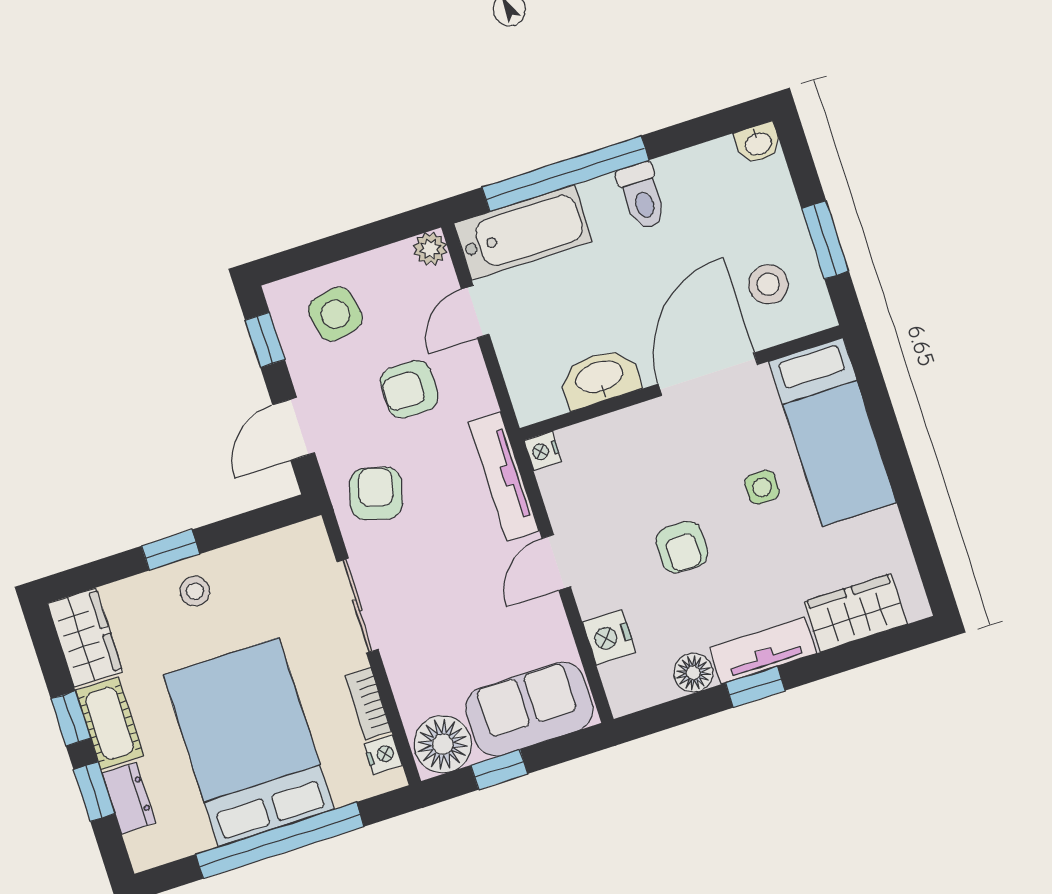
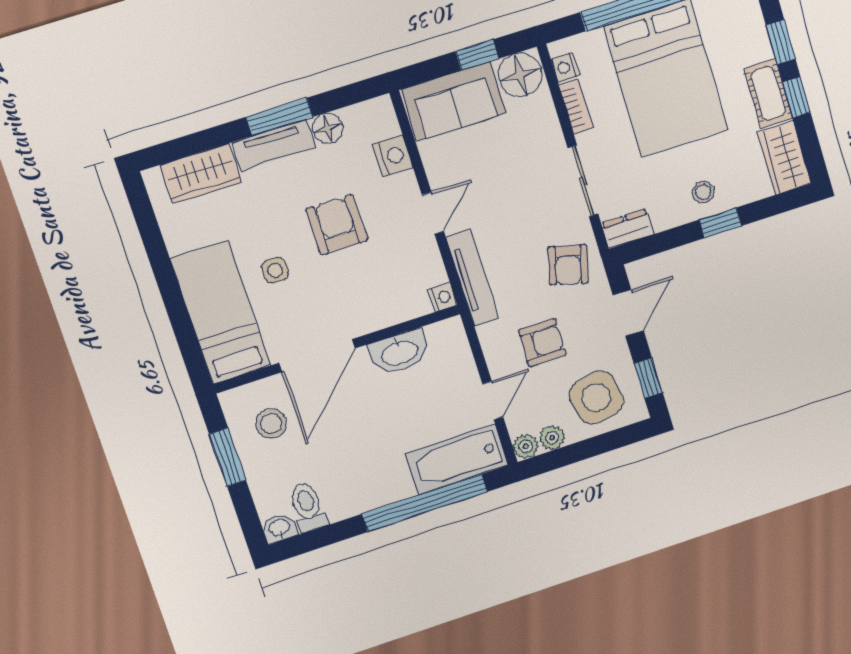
toilet: (642, 196) -> (308, 507), moved
plant: (395, 260) -> (552, 438), added
side table: (335, 314) -> (596, 398), width x1.37, depth x1.37
armchair: (682, 547) -> (337, 225), width x1.38, depth x1.38
window: (755, 687) -> (279, 117), width x1.50
dresser: (129, 798) -> (628, 229), moved, turned 90

